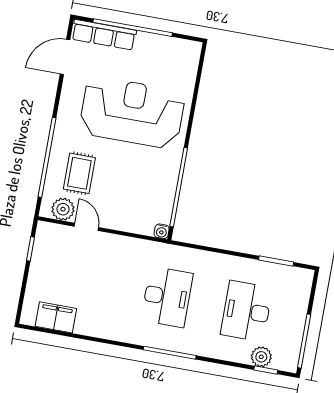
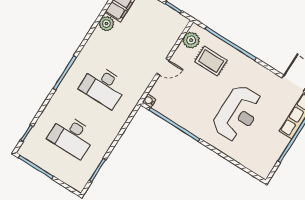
reception desk: (132, 112) -> (238, 113), width x0.74, depth x0.77
door: (86, 227) -> (163, 67), moved
desk: (247, 311) -> (72, 136), turned 180
plant: (261, 357) -> (106, 24), moved

